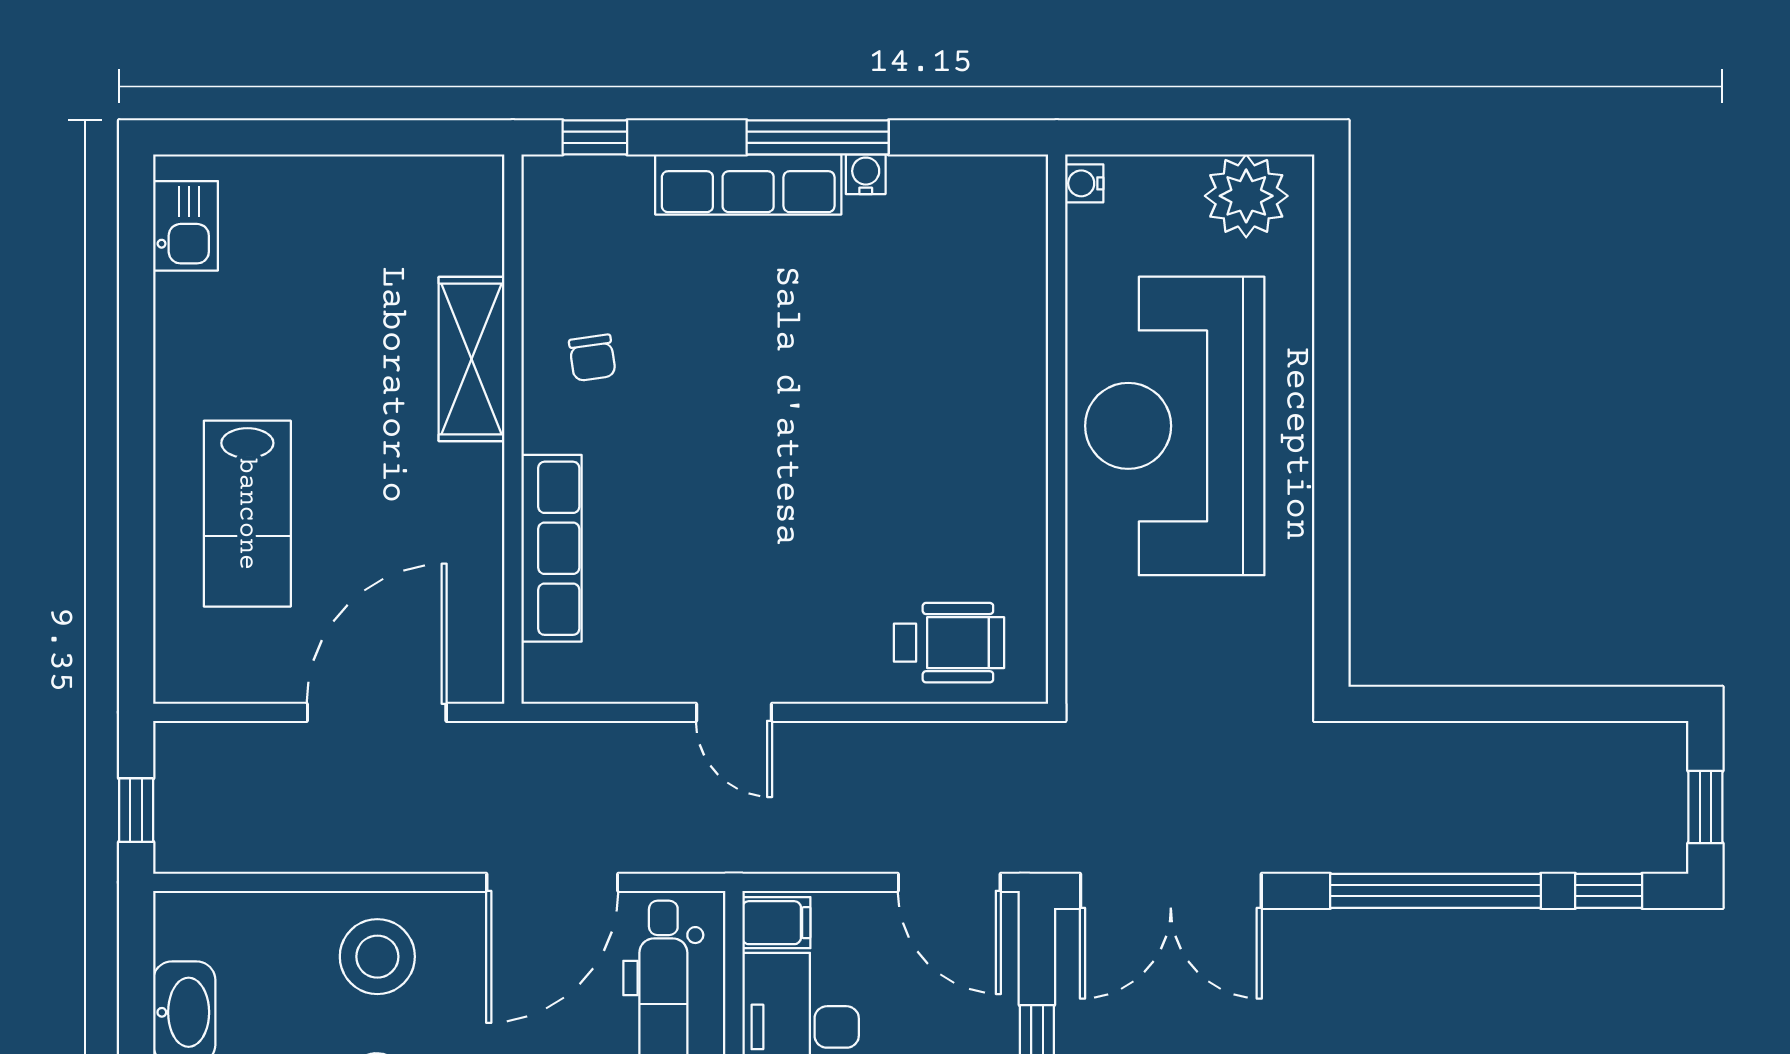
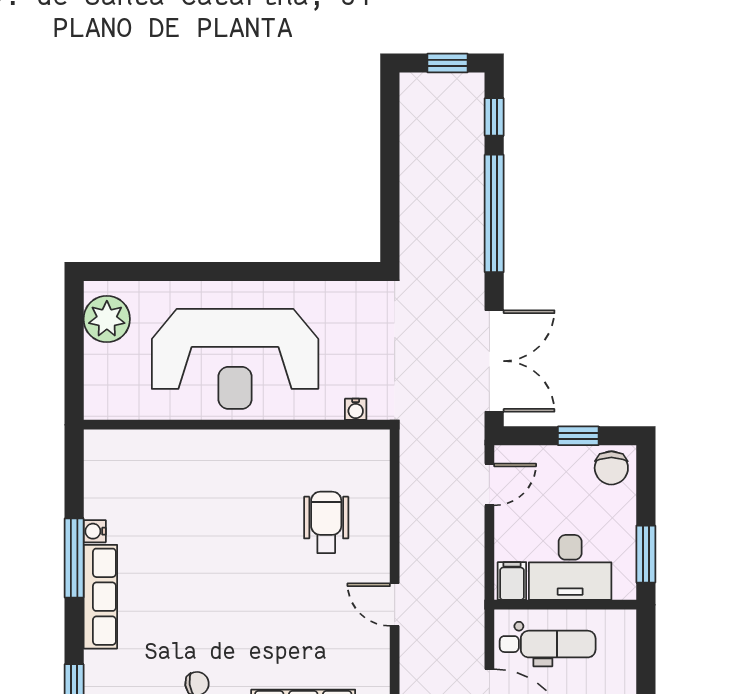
water cooler: (1084, 183) -> (356, 409), moved
wheelchair: (949, 643) -> (326, 522), moved
door: (734, 712) -> (395, 605), swing flipped
door: (949, 882) -> (489, 485), width x0.73

